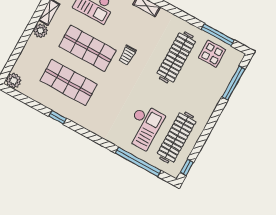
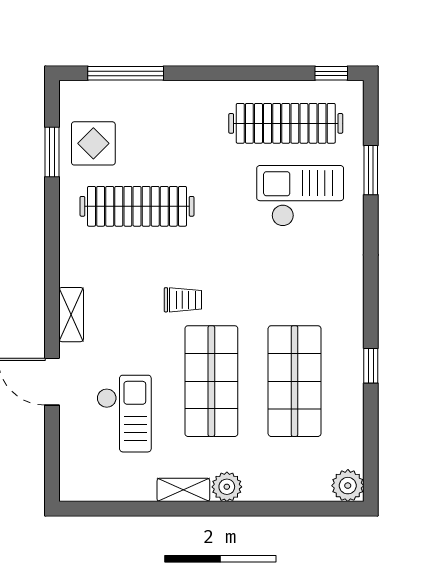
window: (218, 35) -> (52, 152), width x0.69
window: (138, 162) -> (371, 170), width x0.47

